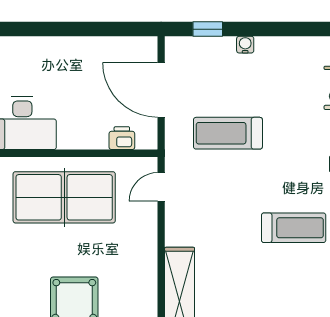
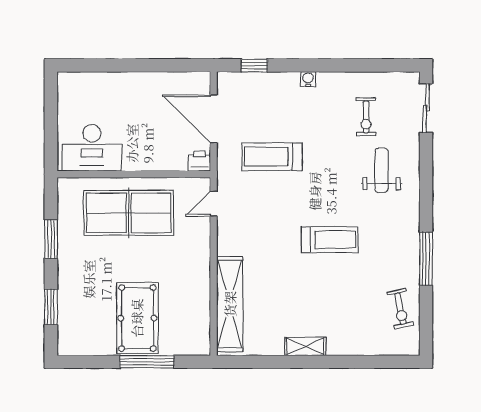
water cooler: (245, 45) -> (308, 79), moved
printer: (122, 138) -> (199, 161), moved

